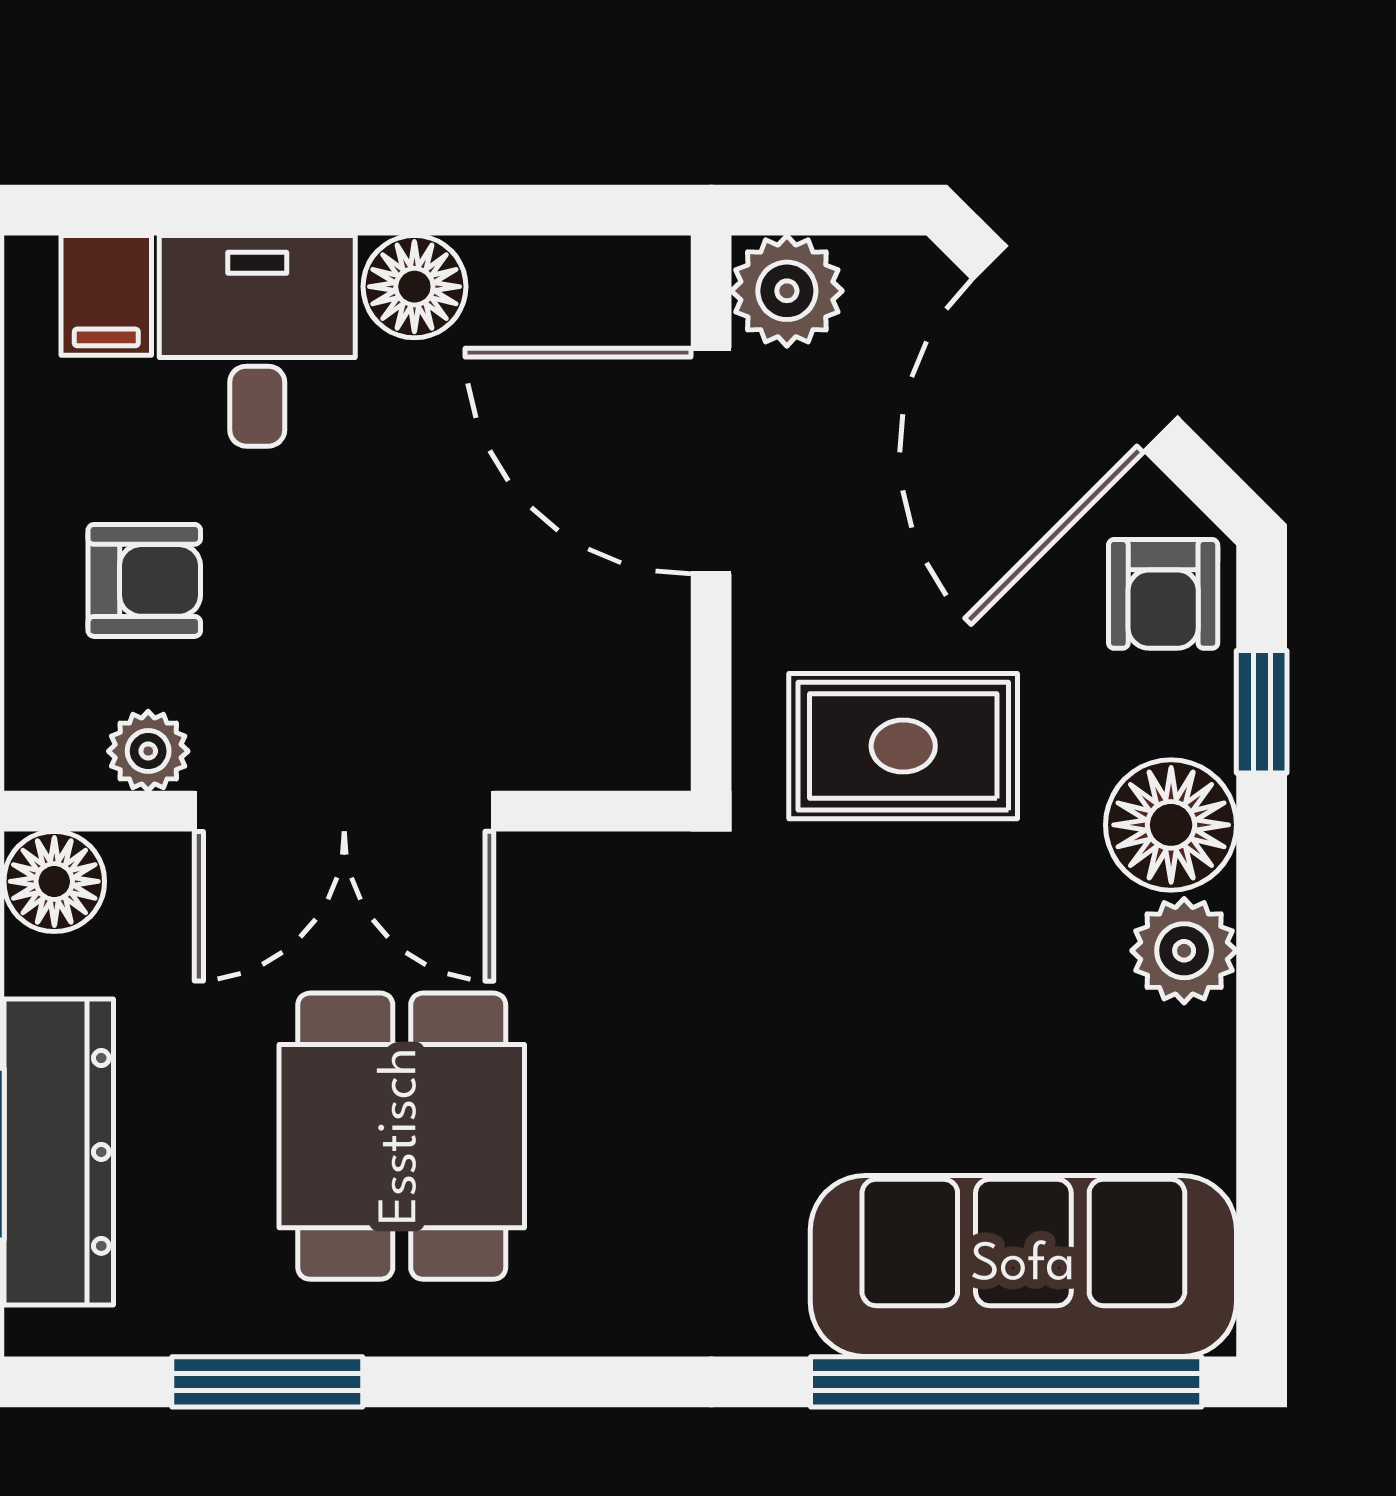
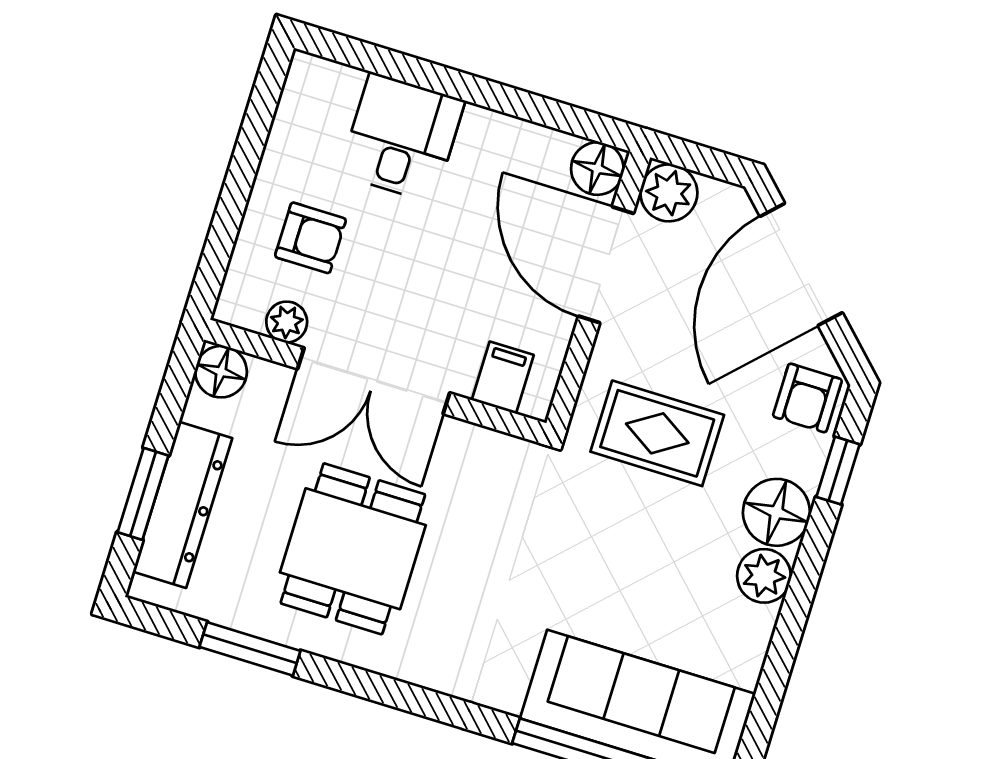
floor lamp: (414, 287) -> (597, 169), moved
filing cabinet: (106, 295) -> (503, 378), moved, turned 180

